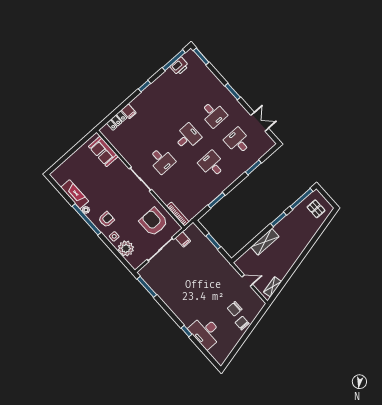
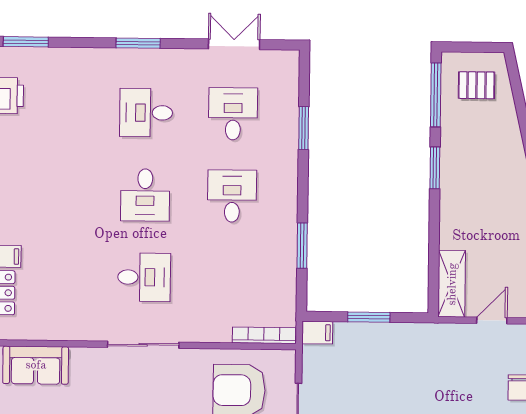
desk: (213, 114) -> (146, 113), turned 180
desk: (187, 137) -> (145, 195), turned 180
desk: (238, 141) -> (233, 114), turned 90
desk: (212, 164) -> (232, 196), turned 90
filing cabinet: (183, 239) -> (317, 333), moved
shelving: (265, 242) -> (452, 284), moved

